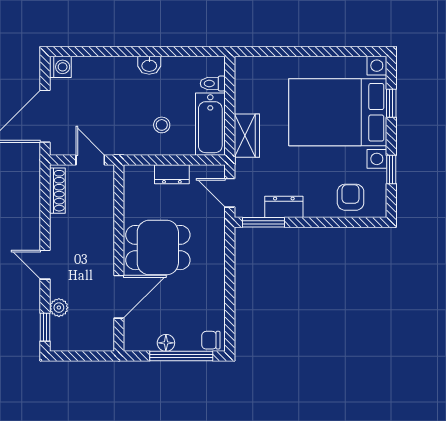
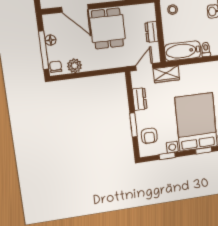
stool: (162, 125) -> (173, 10), moved
wardrobe: (247, 136) -> (166, 74), moved
armchair: (351, 197) -> (149, 136), turned 90
window: (263, 222) -> (134, 125), moved
plant: (213, 309) -> (75, 66), added

